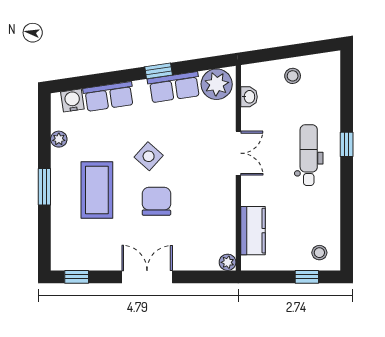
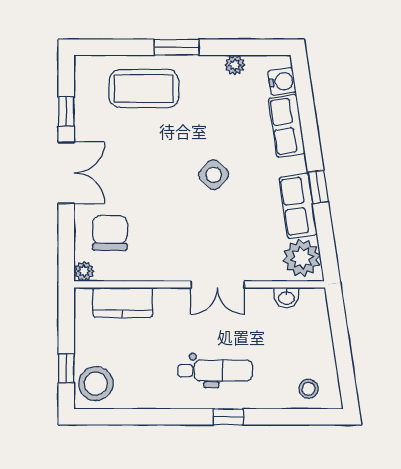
stool: (293, 76) -> (309, 389), moved
coffee table: (97, 190) -> (144, 89), moved
chair: (156, 201) -> (110, 233), moved, turned -90
stool: (319, 253) -> (96, 384), width x1.89, depth x1.89
window: (77, 277) -> (66, 111), moved

